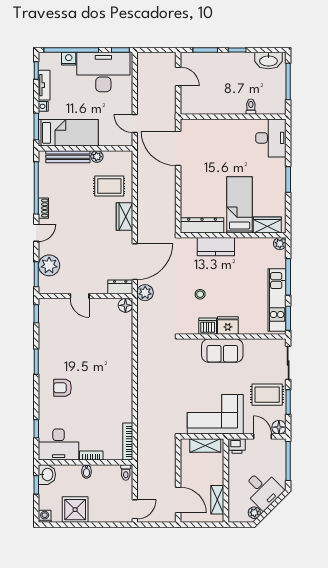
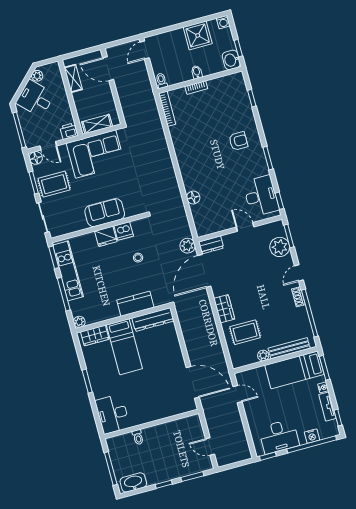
desk: (103, 72) -> (279, 437), width x0.73, depth x0.77
floor lamp: (125, 305) -> (193, 198), moved
desk: (59, 445) -> (261, 196), moved, turned 90

